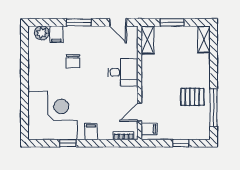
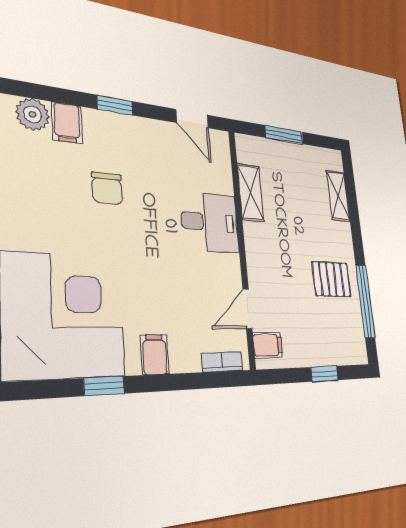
window: (79, 22) -> (115, 105), width x0.67
shelving: (204, 39) -> (338, 196), moved
shelving: (147, 40) -> (250, 193), moved

